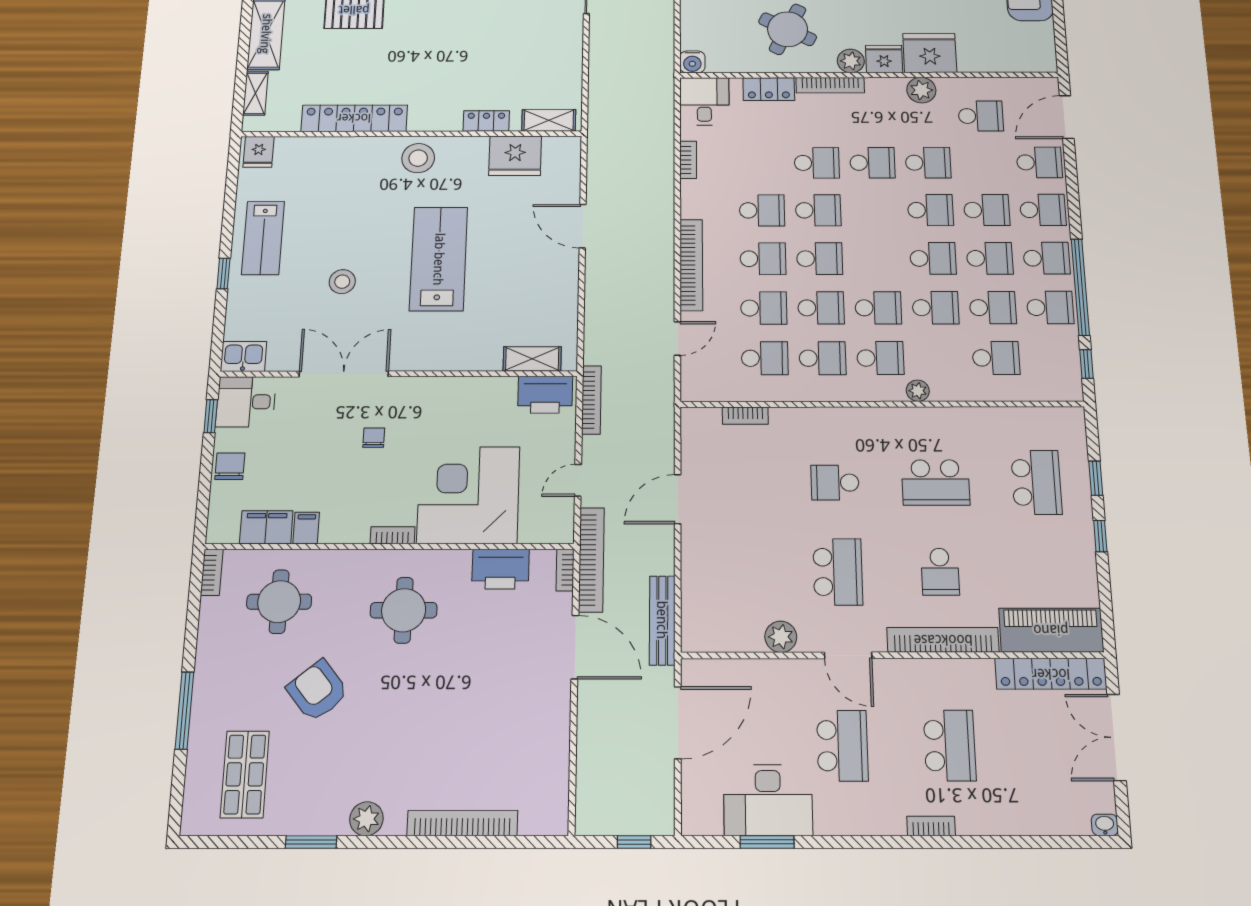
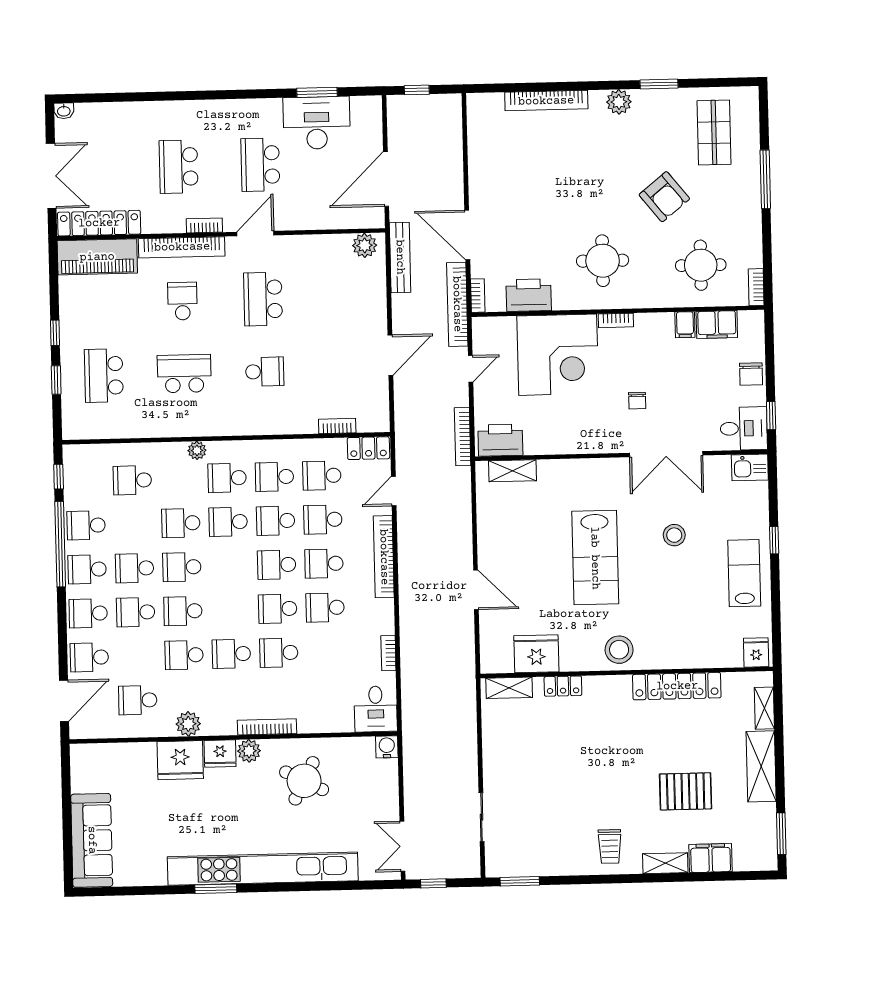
locker: (769, 89) -> (368, 448), moved, turned 180
school desk: (993, 308) -> (133, 524), removed
plant: (781, 637) -> (365, 245), moved
door: (848, 655) -> (255, 234), hinge flipped
bookcase: (931, 826) -> (204, 225), moved, turned 180

